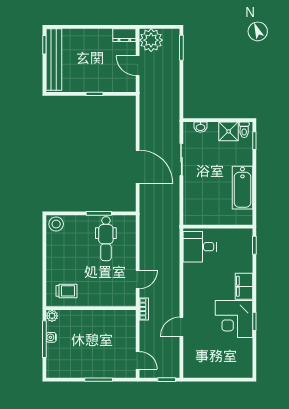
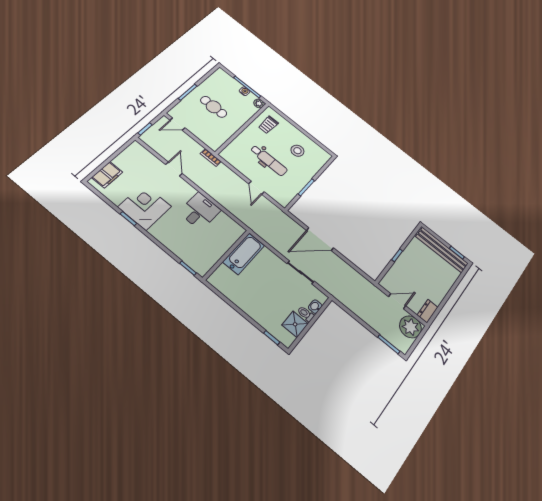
toilet: (244, 130) -> (306, 314), moved
bathtub: (242, 188) -> (244, 254), moved, turned 90
stool: (56, 224) -> (297, 151), moved
dental chair: (106, 239) -> (269, 160), moved, turned 180
desk: (200, 247) -> (200, 211), moved
door: (138, 279) -> (256, 188), moved
filing cabinet: (244, 286) -> (107, 175), moved, turned 90
cafe table: (93, 348) -> (214, 107), added

